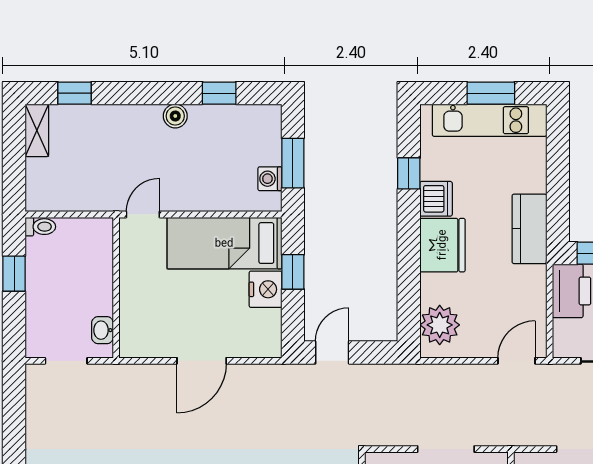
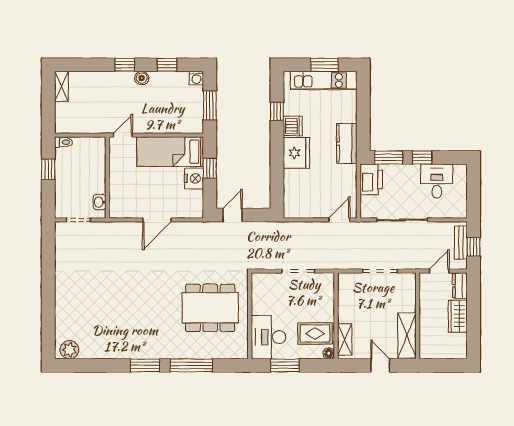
window: (75, 93) -> (125, 65), moved
washing machine: (270, 179) -> (196, 78), moved, turned -90
plant: (440, 325) -> (295, 199), removed

